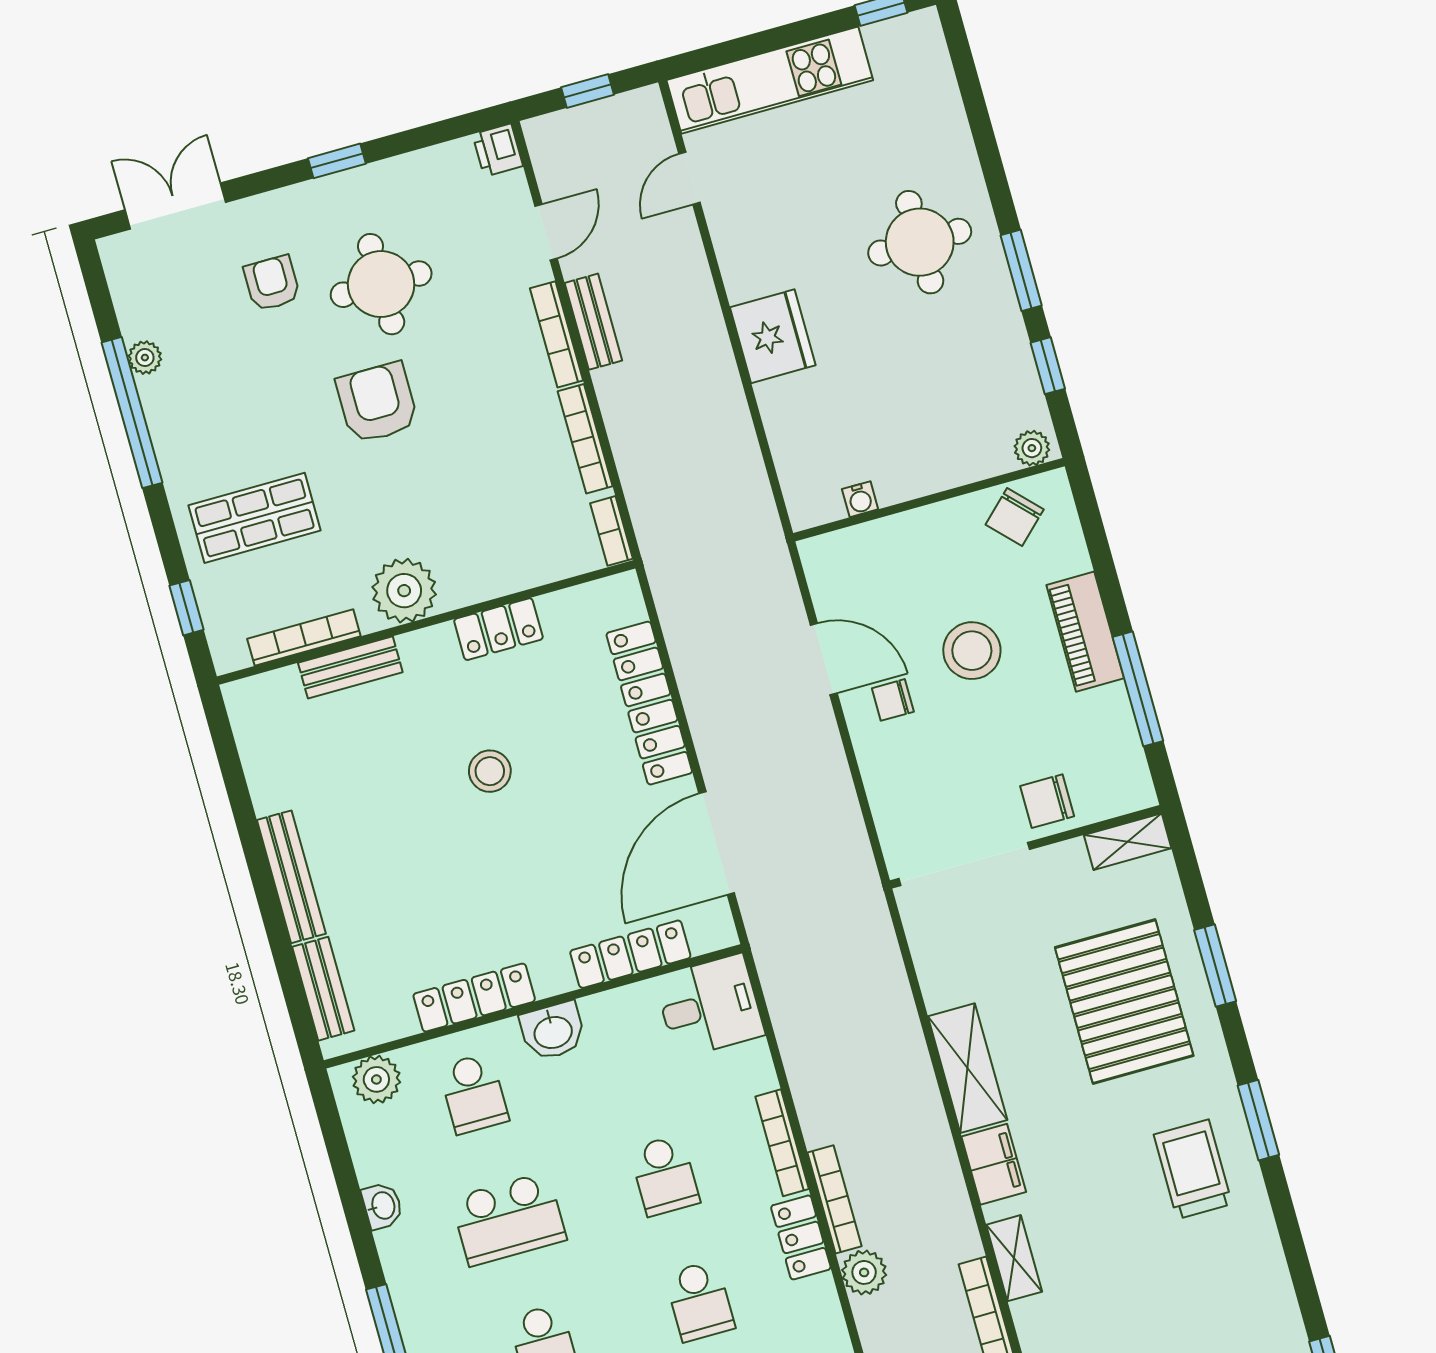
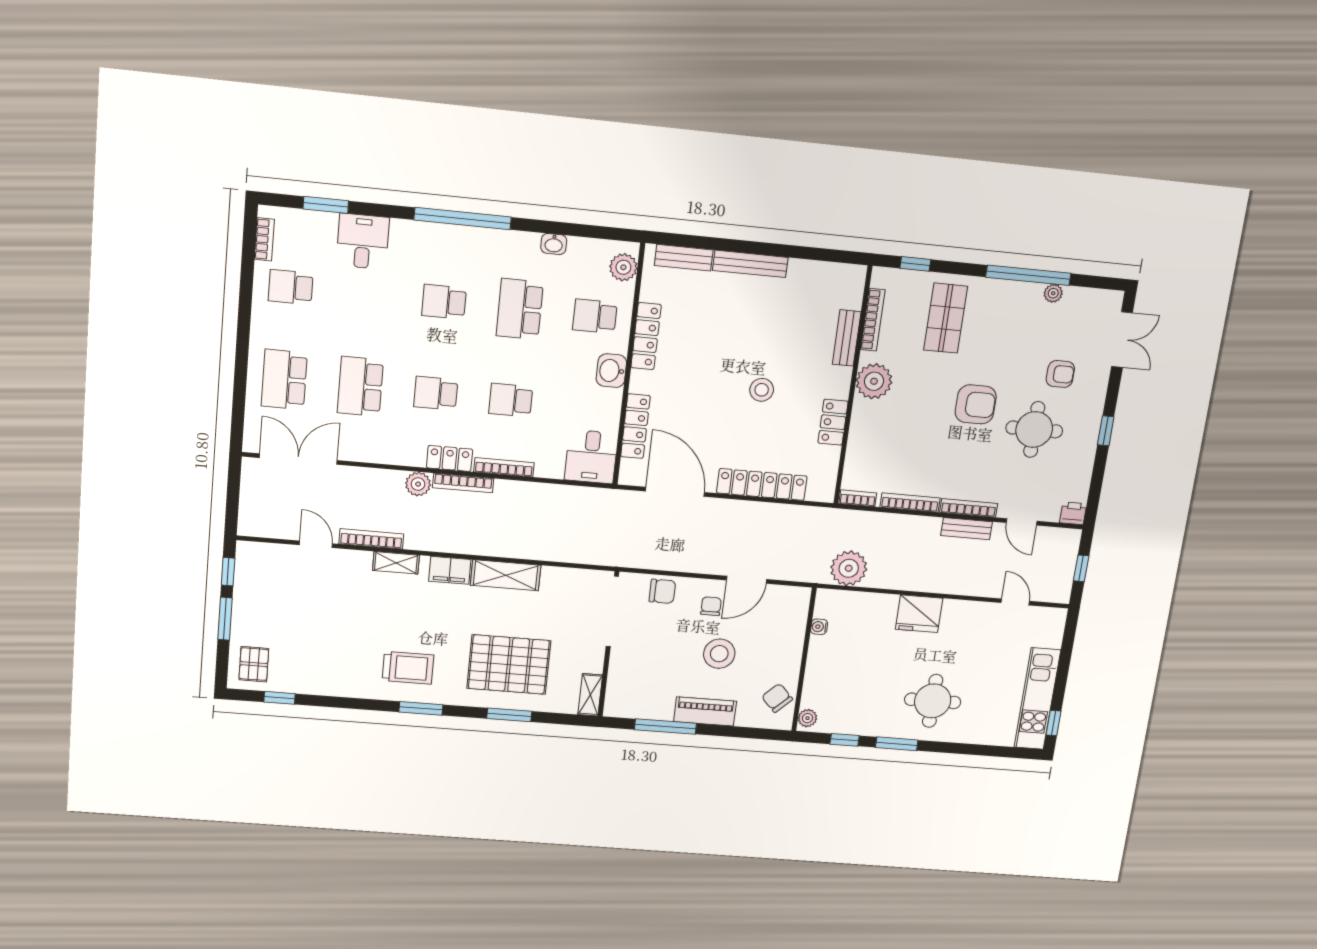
kitchen unit: (770, 80) -> (1037, 699), moved
plant: (738, 493) -> (849, 568), added
chair: (1047, 801) -> (662, 591), moved, turned 90

